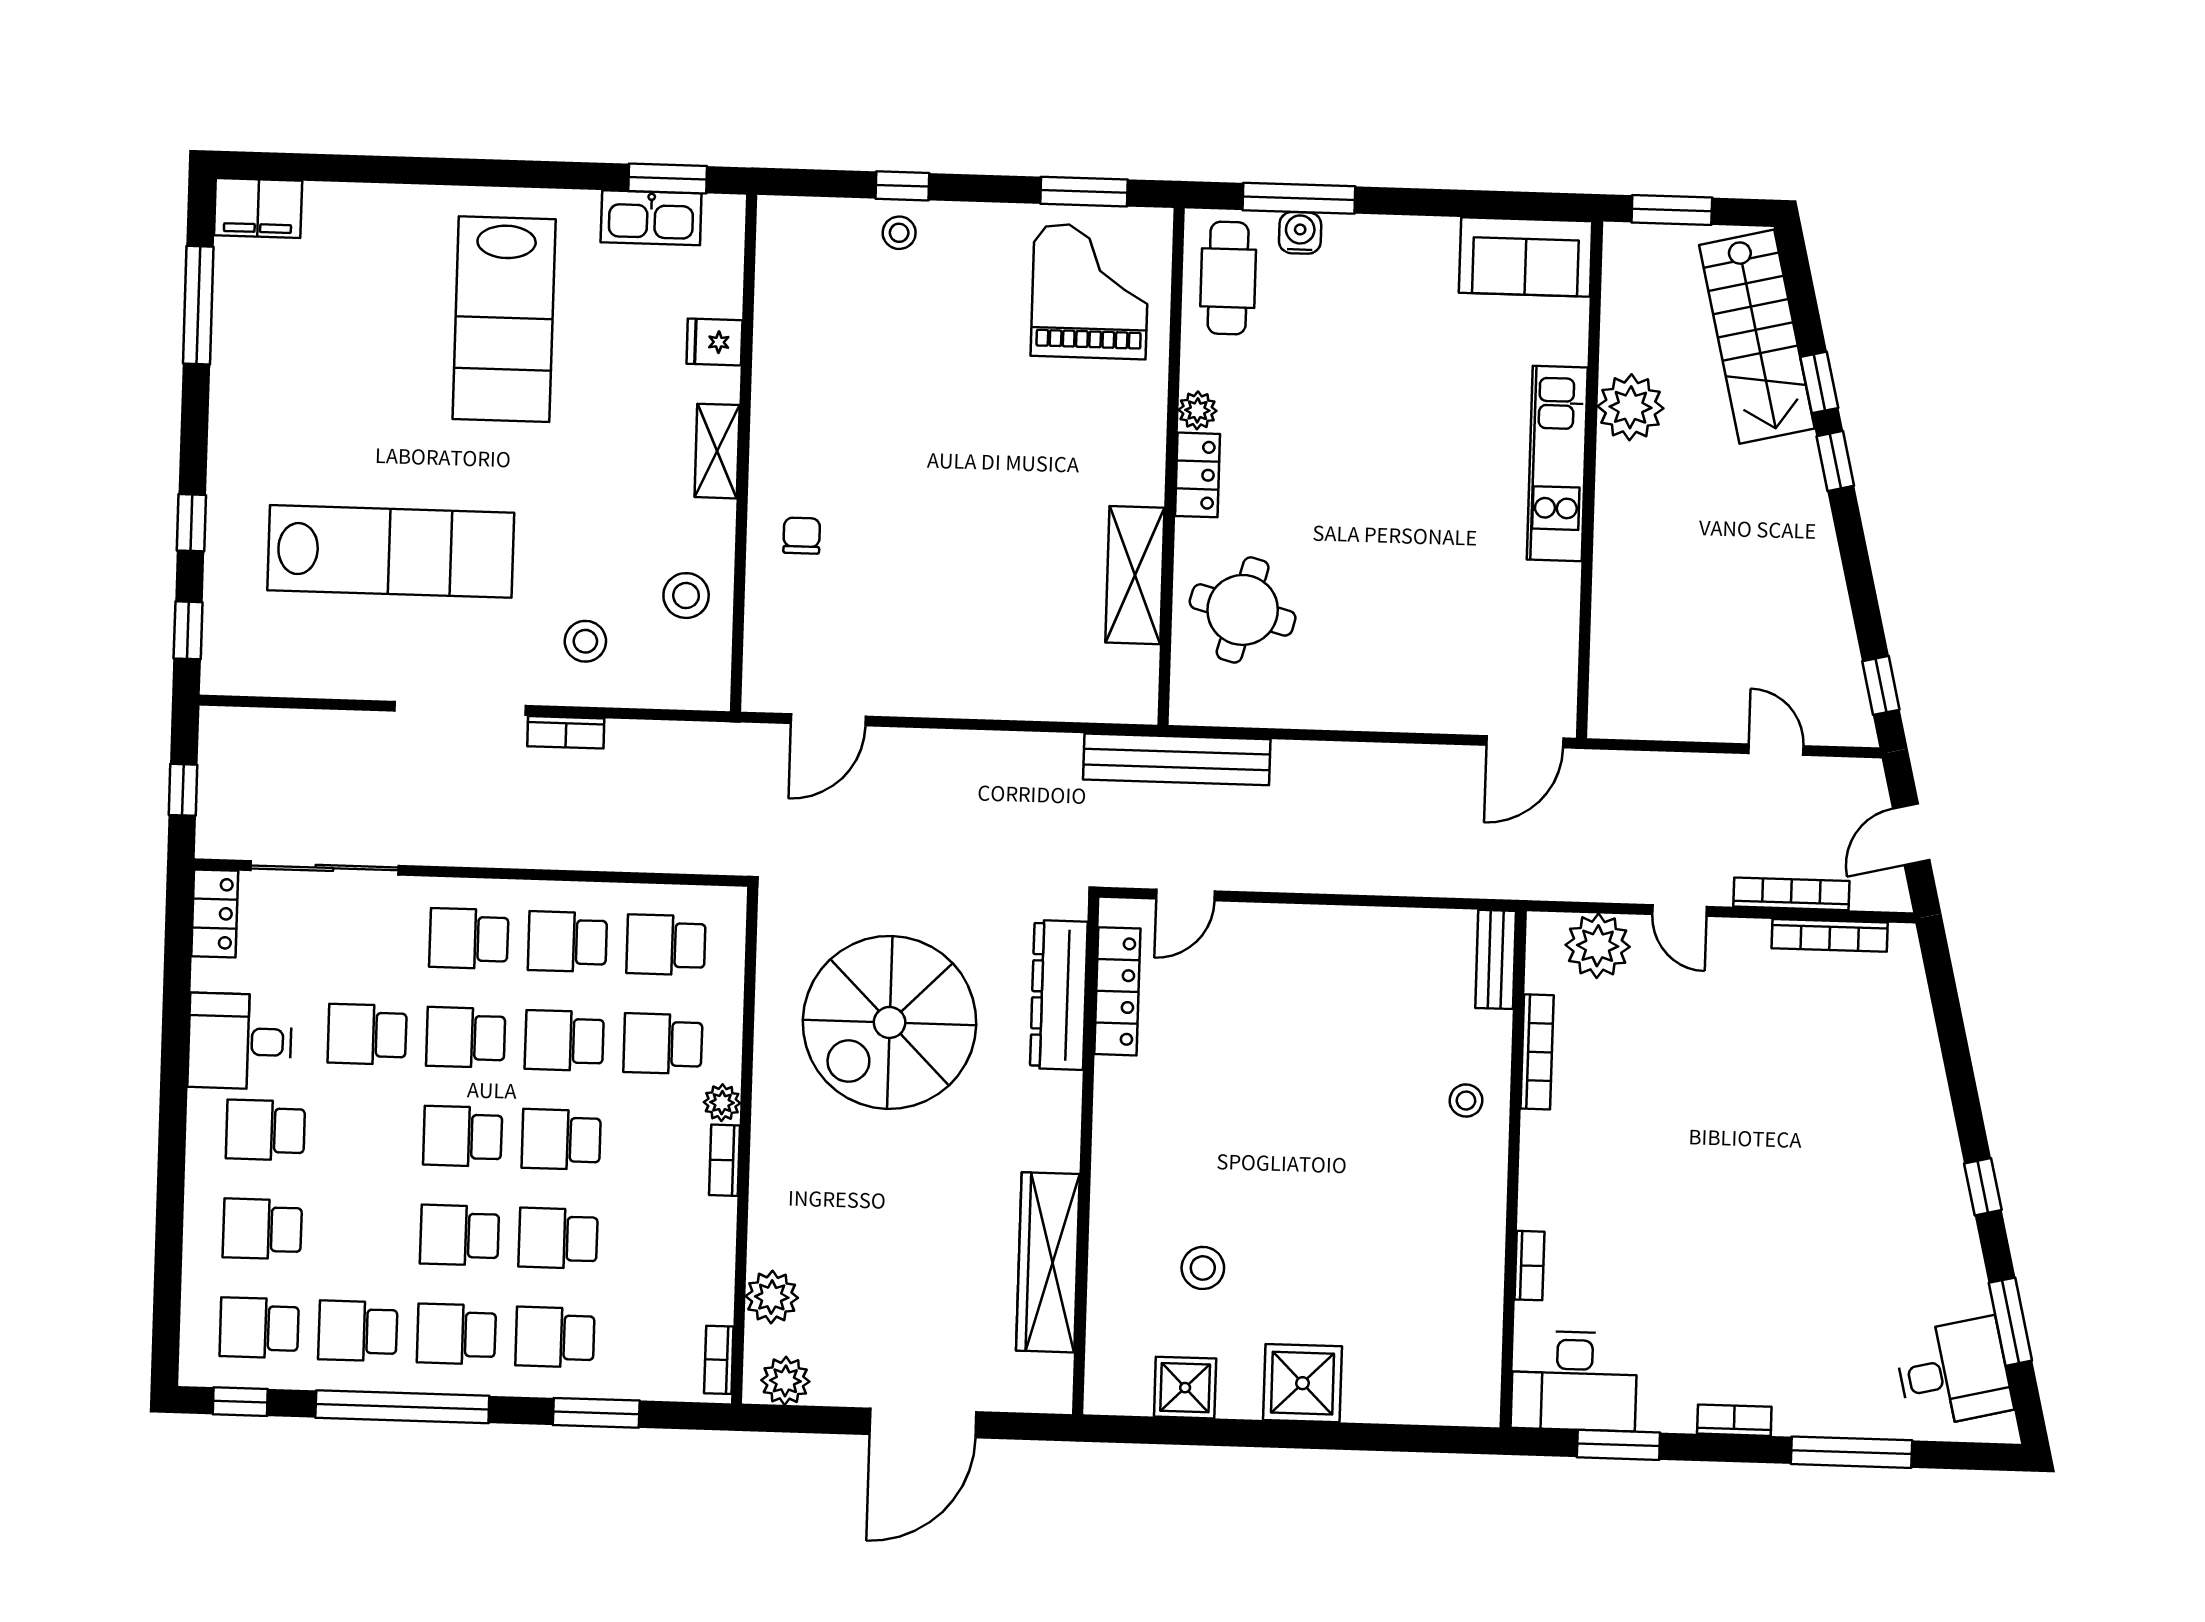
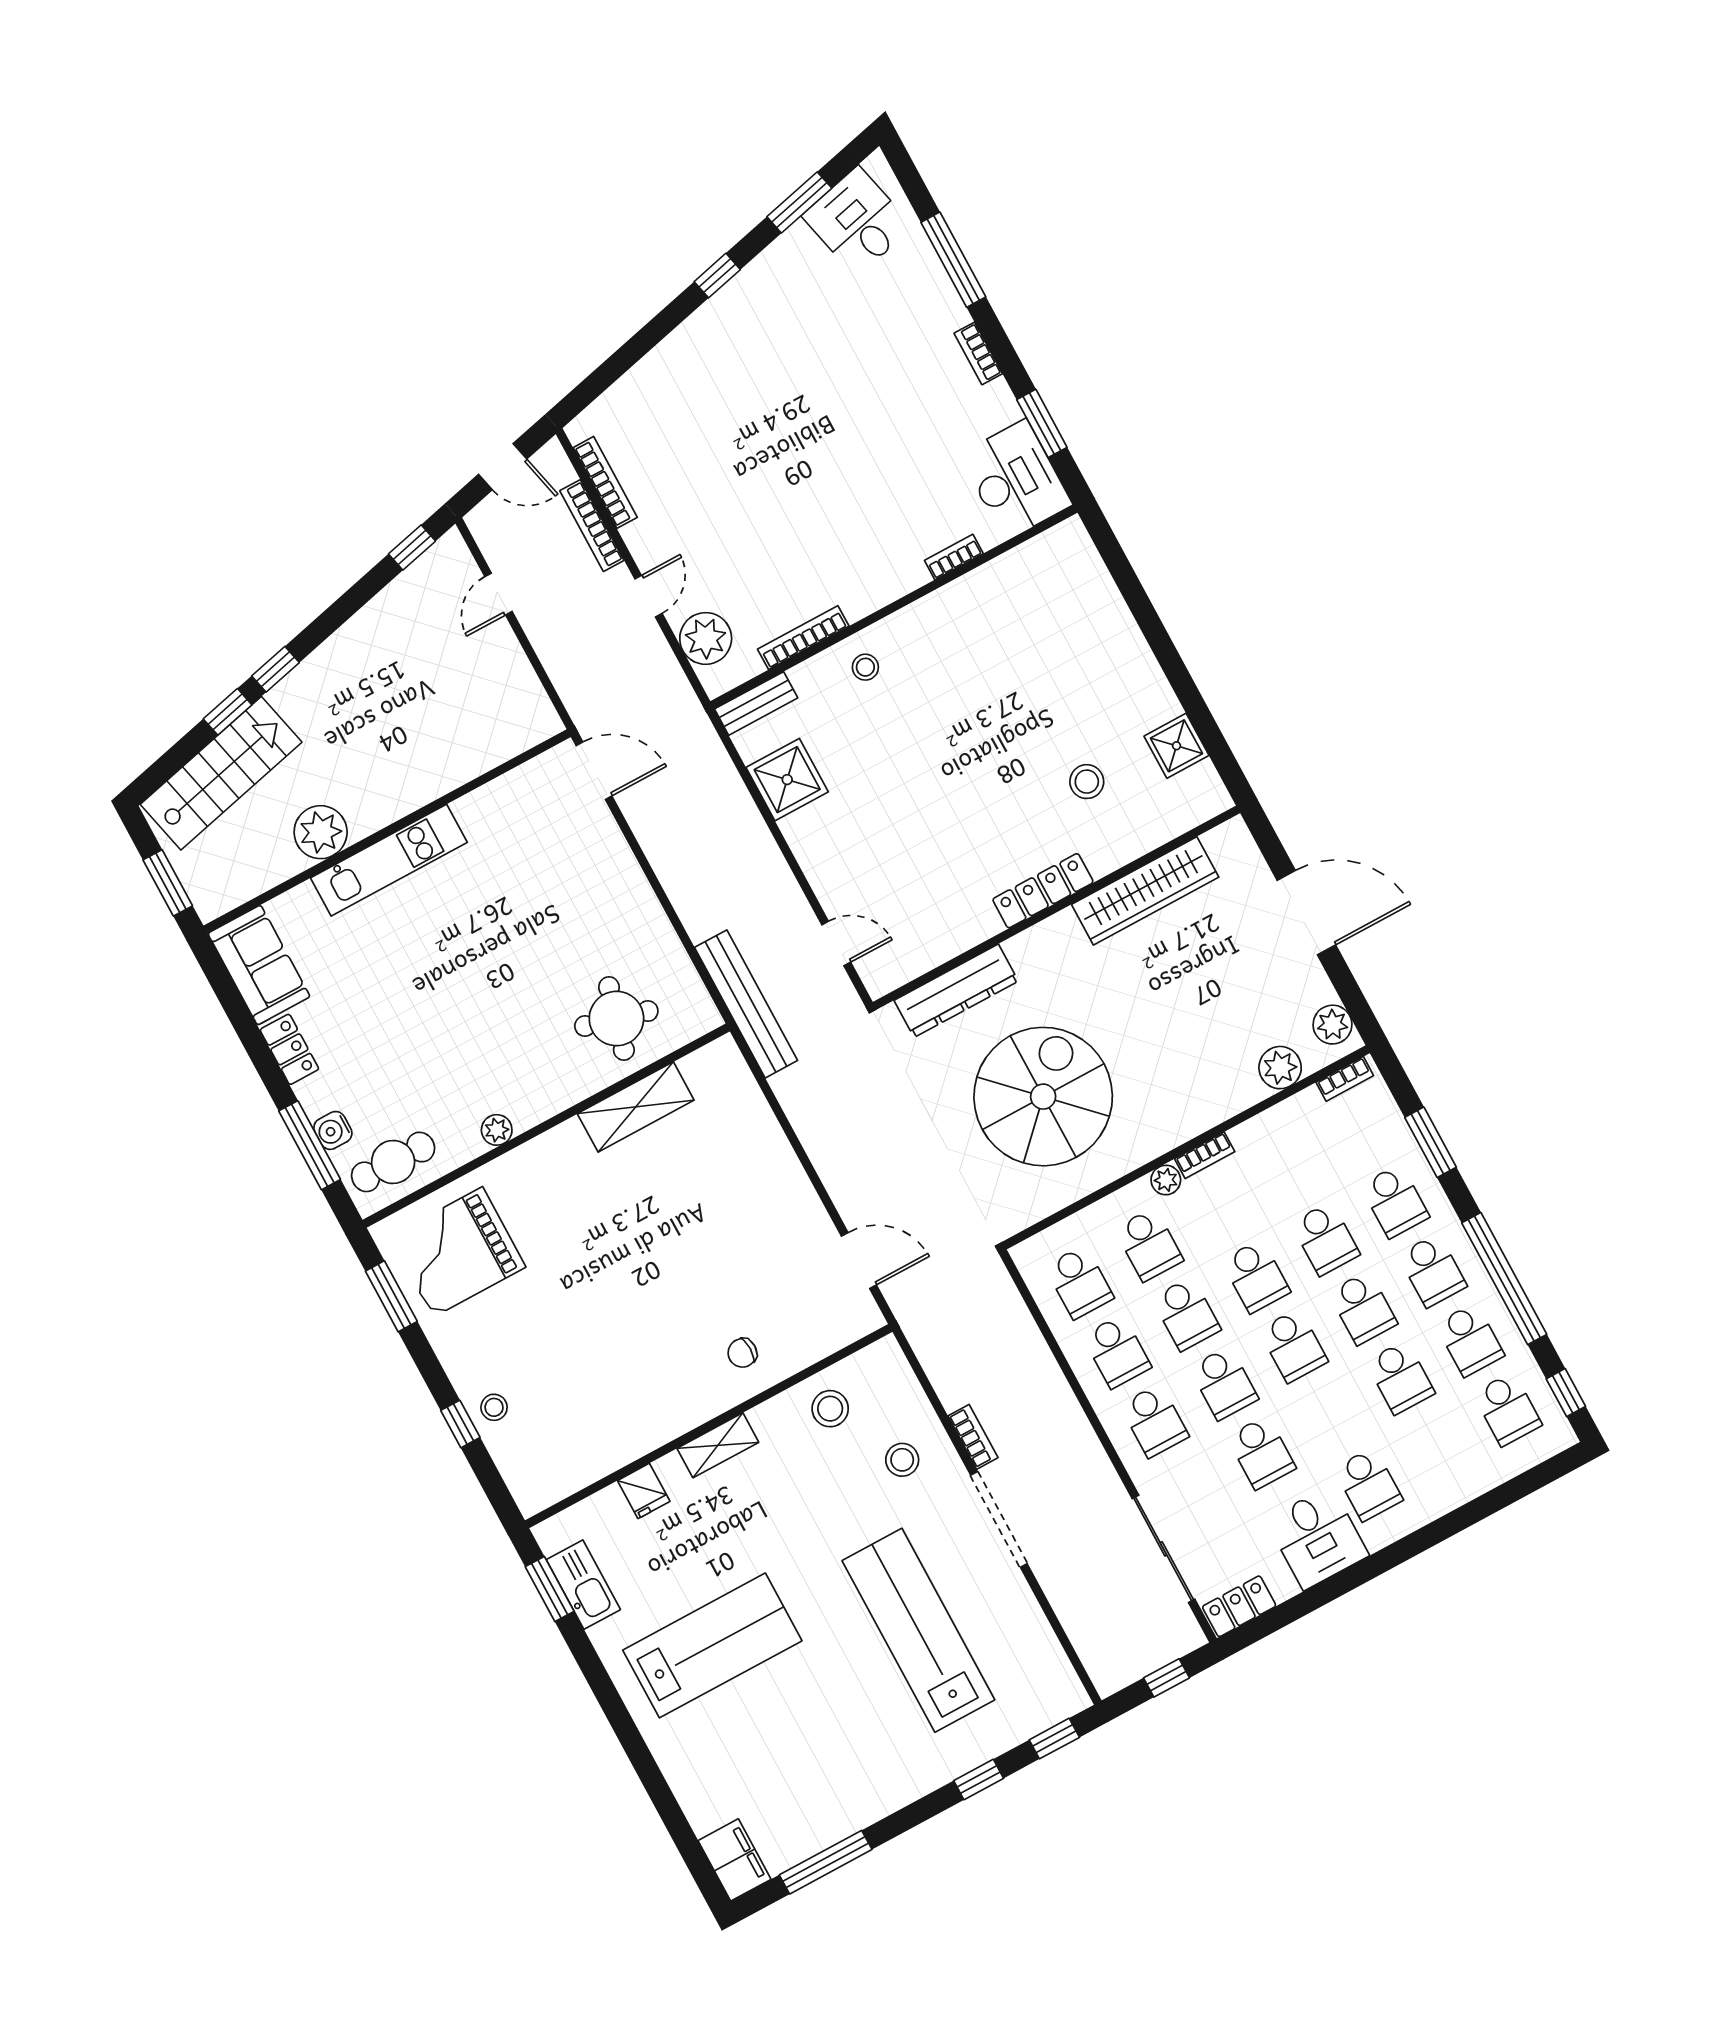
locker: (1197, 475) -> (289, 1049), moved, turned 90
locker: (1117, 991) -> (1043, 891), moved
spiral stairs: (890, 1022) -> (1043, 1097), turned -90
school desk: (262, 1229) -> (1400, 1377), moved
shower: (1303, 1383) -> (787, 780), moved

